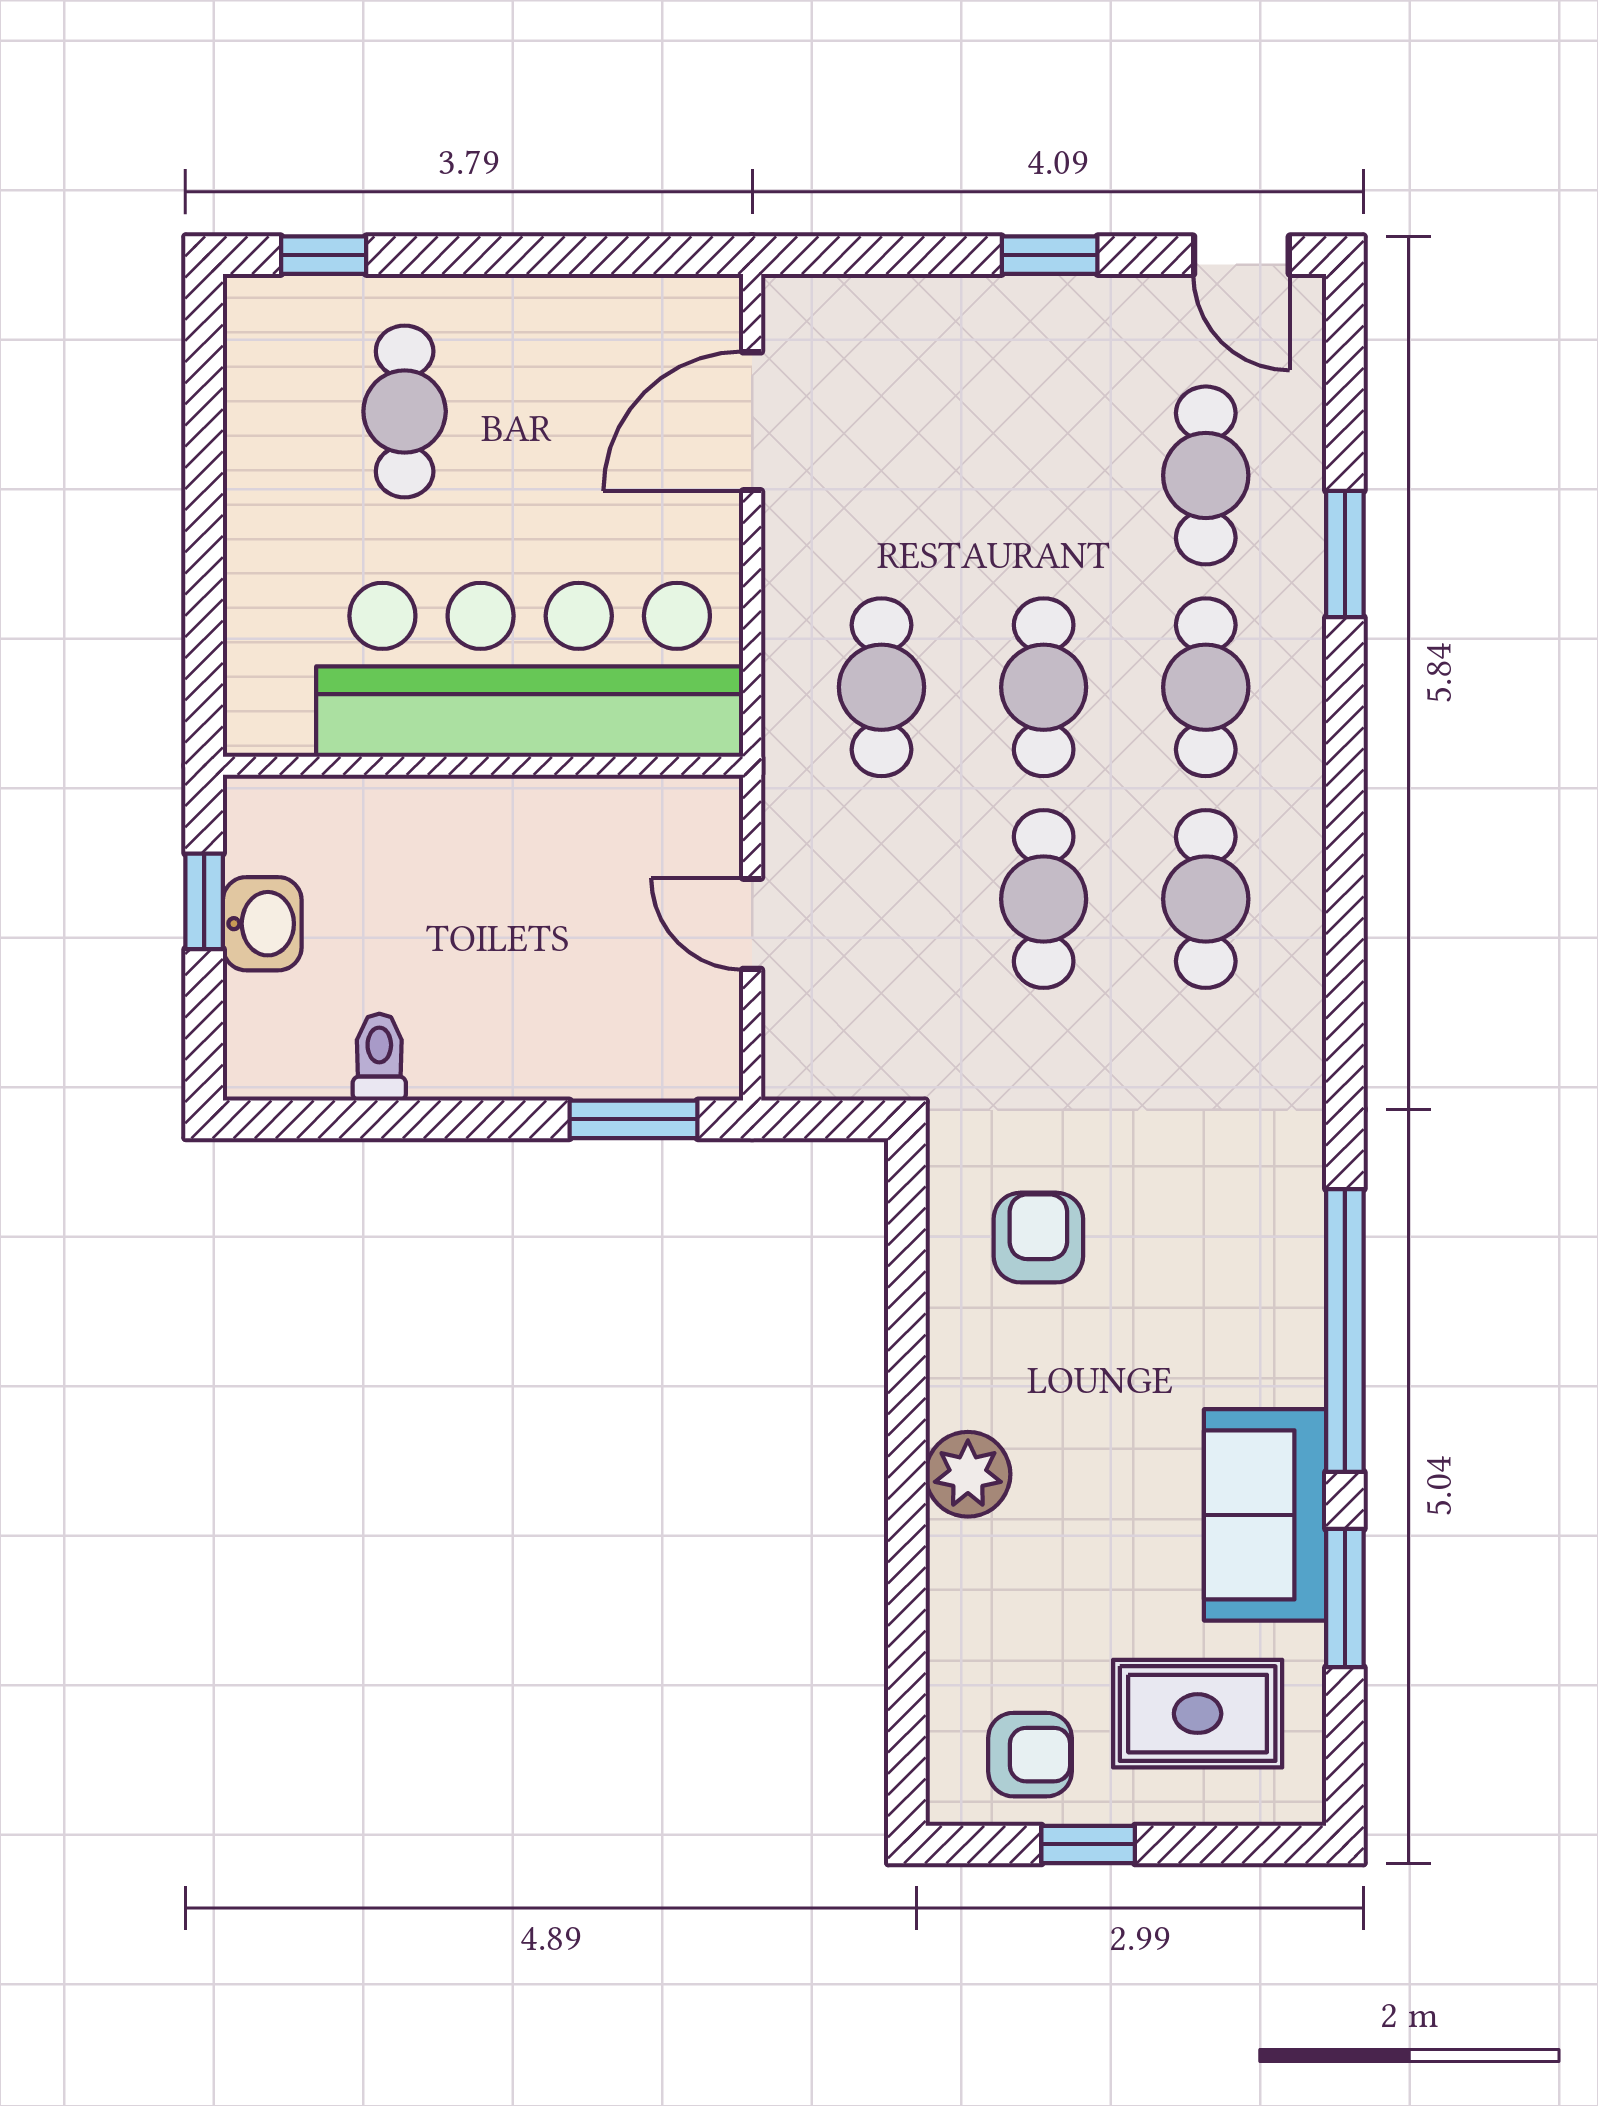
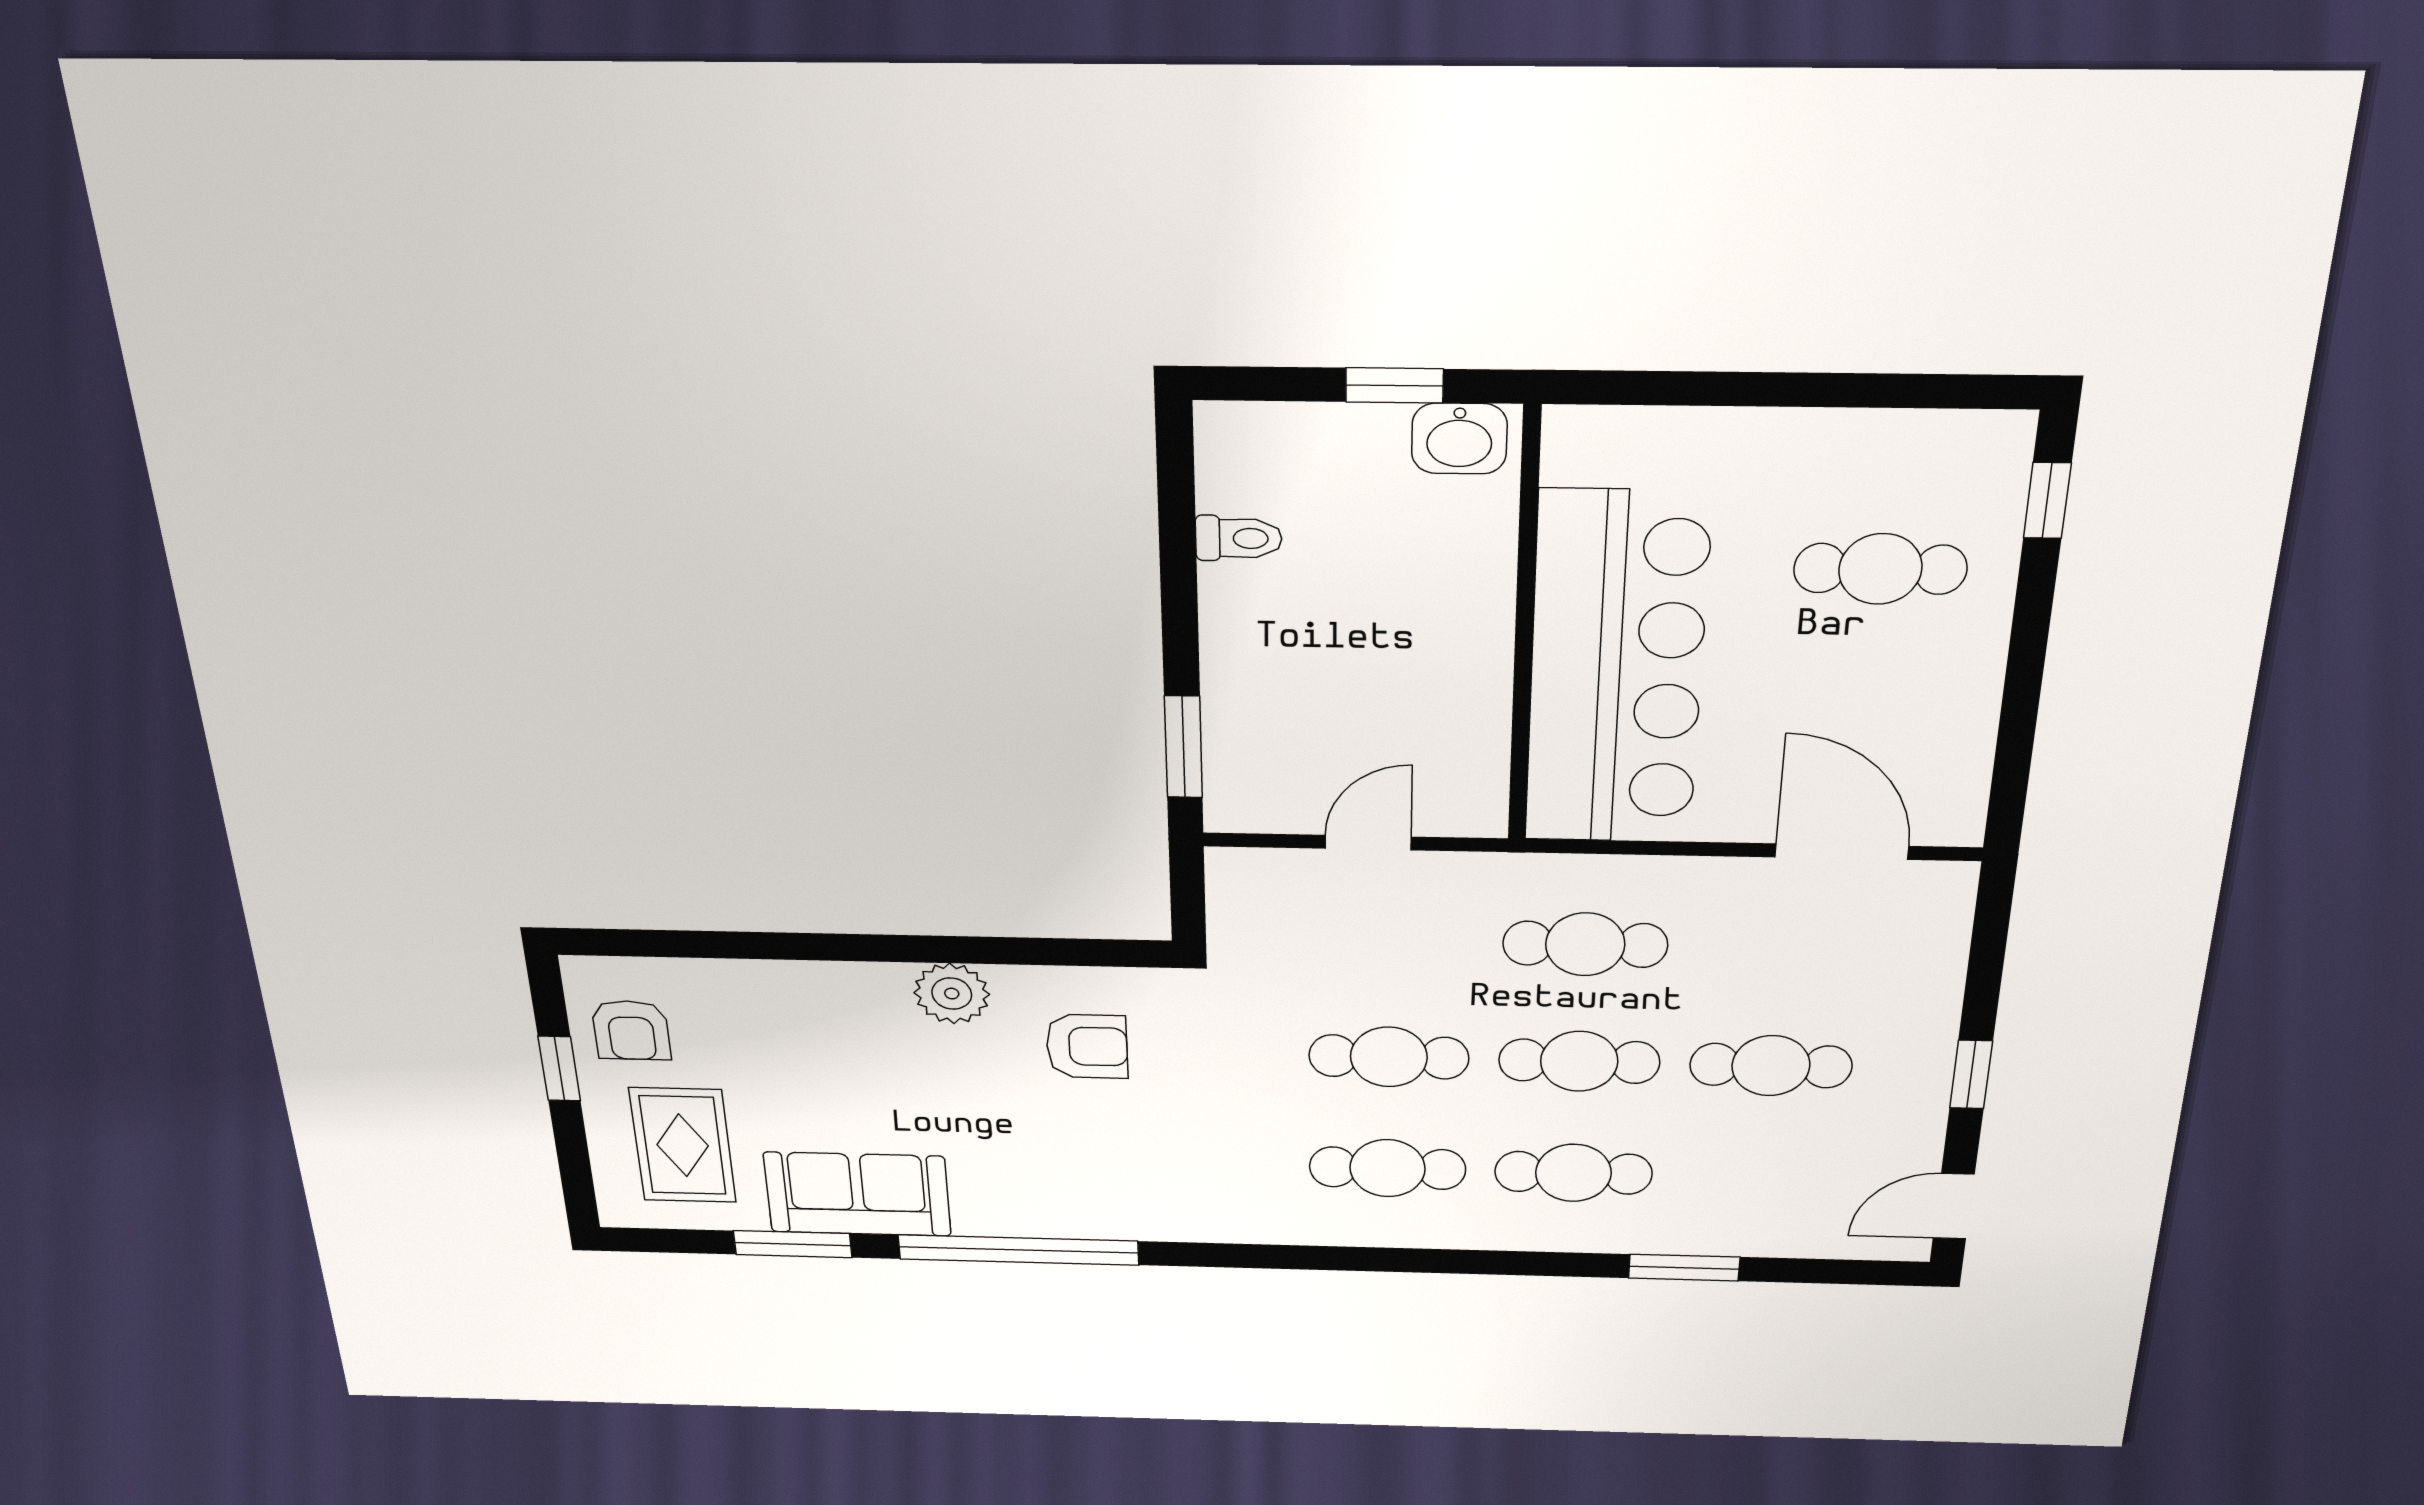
cafe table: (1206, 475) -> (1771, 1066), moved
washbasin: (262, 924) -> (1459, 439), moved
plant: (968, 1474) -> (952, 994), moved

